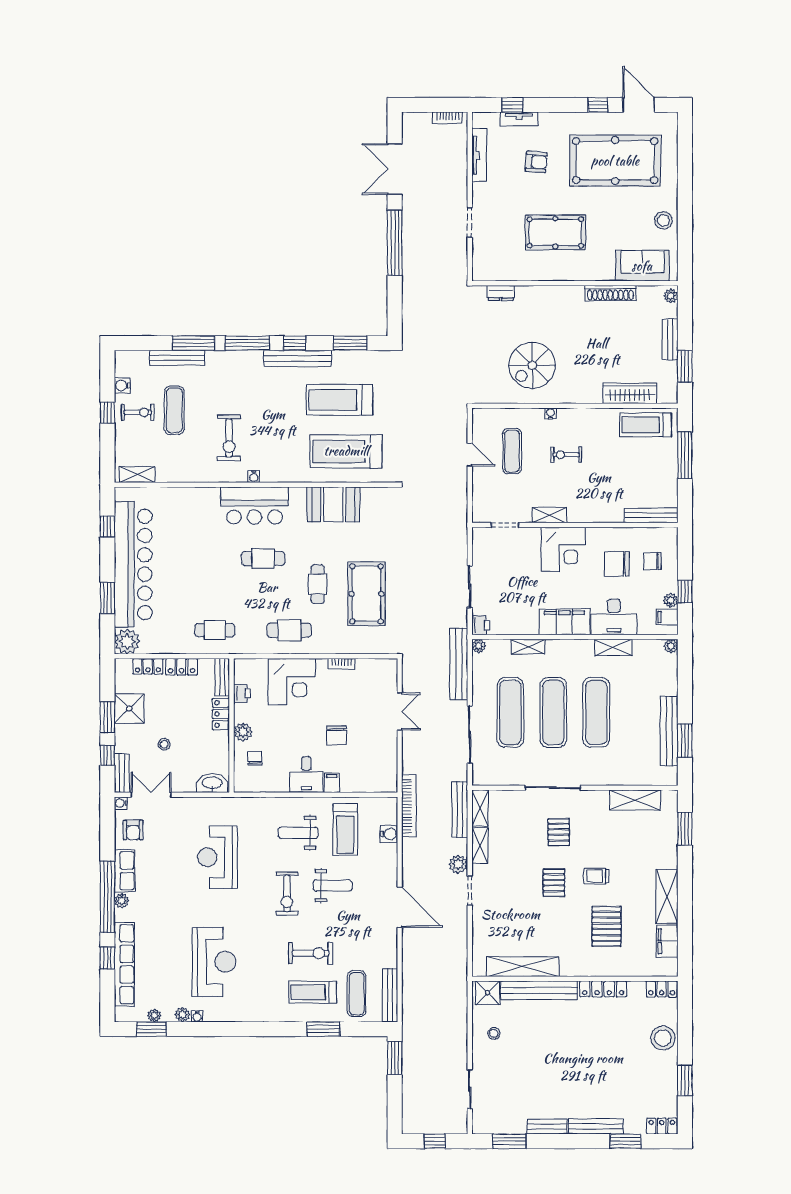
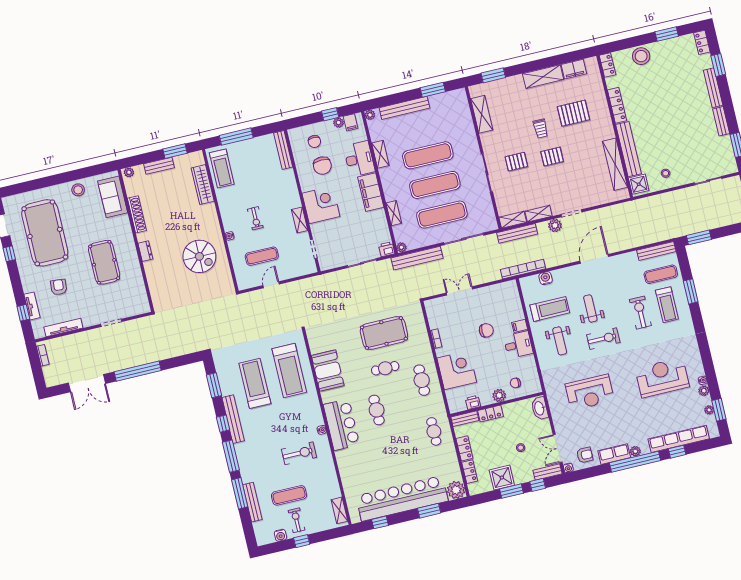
dresser: (501, 293) -> (145, 251), moved
treadmill: (339, 400) -> (255, 383), turned 180
bench: (669, 731) -> (404, 108), moved

